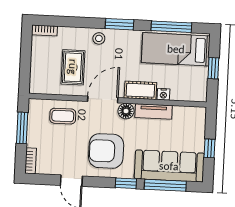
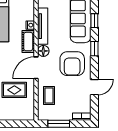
door: (103, 100) -> (36, 68), hinge flipped
tv unit: (154, 111) -> (43, 26), width x1.41
window: (165, 185) -> (94, 21), width x0.46

